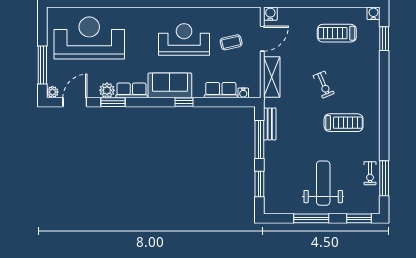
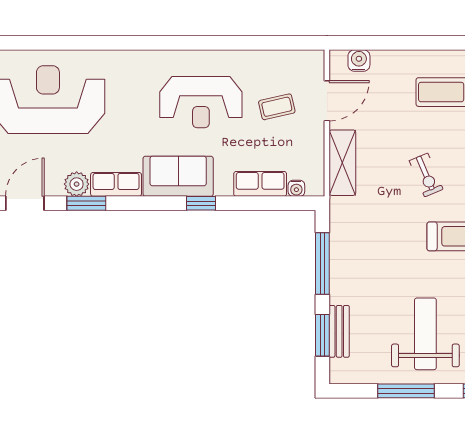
water cooler: (270, 14) -> (359, 60), moved
reception desk: (184, 39) -> (201, 102), turned 180
bench: (270, 124) -> (339, 331), moved

